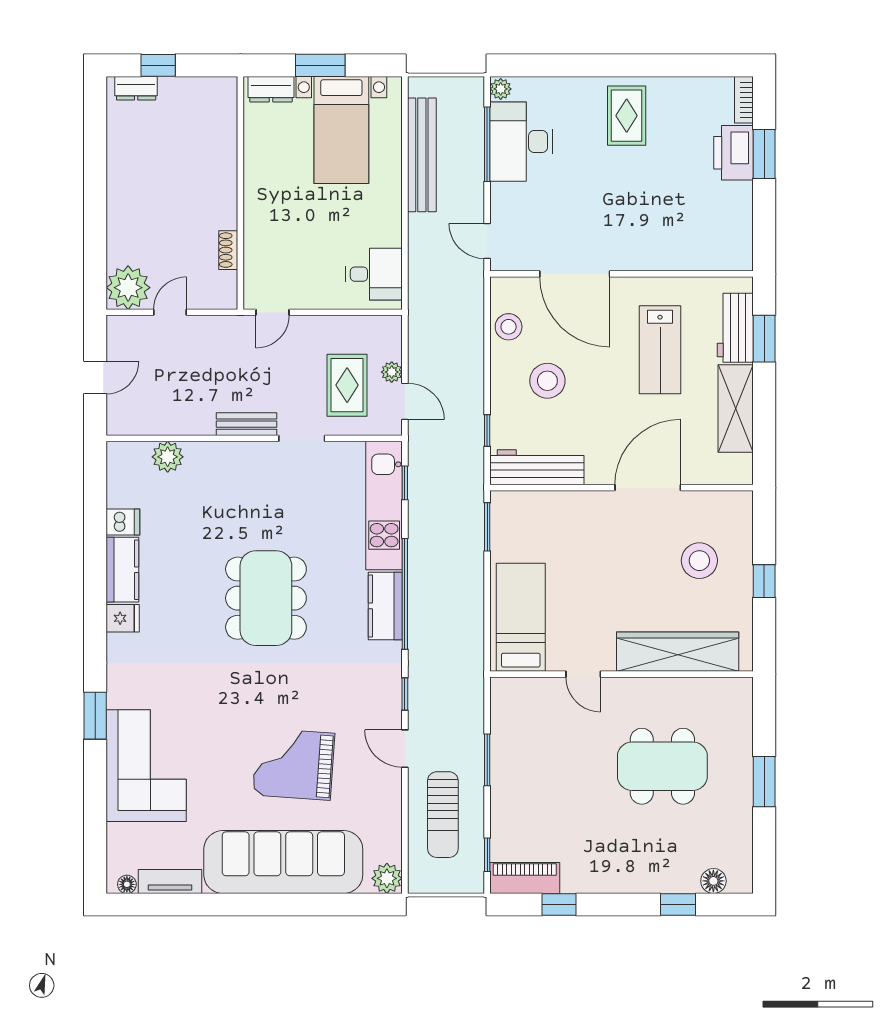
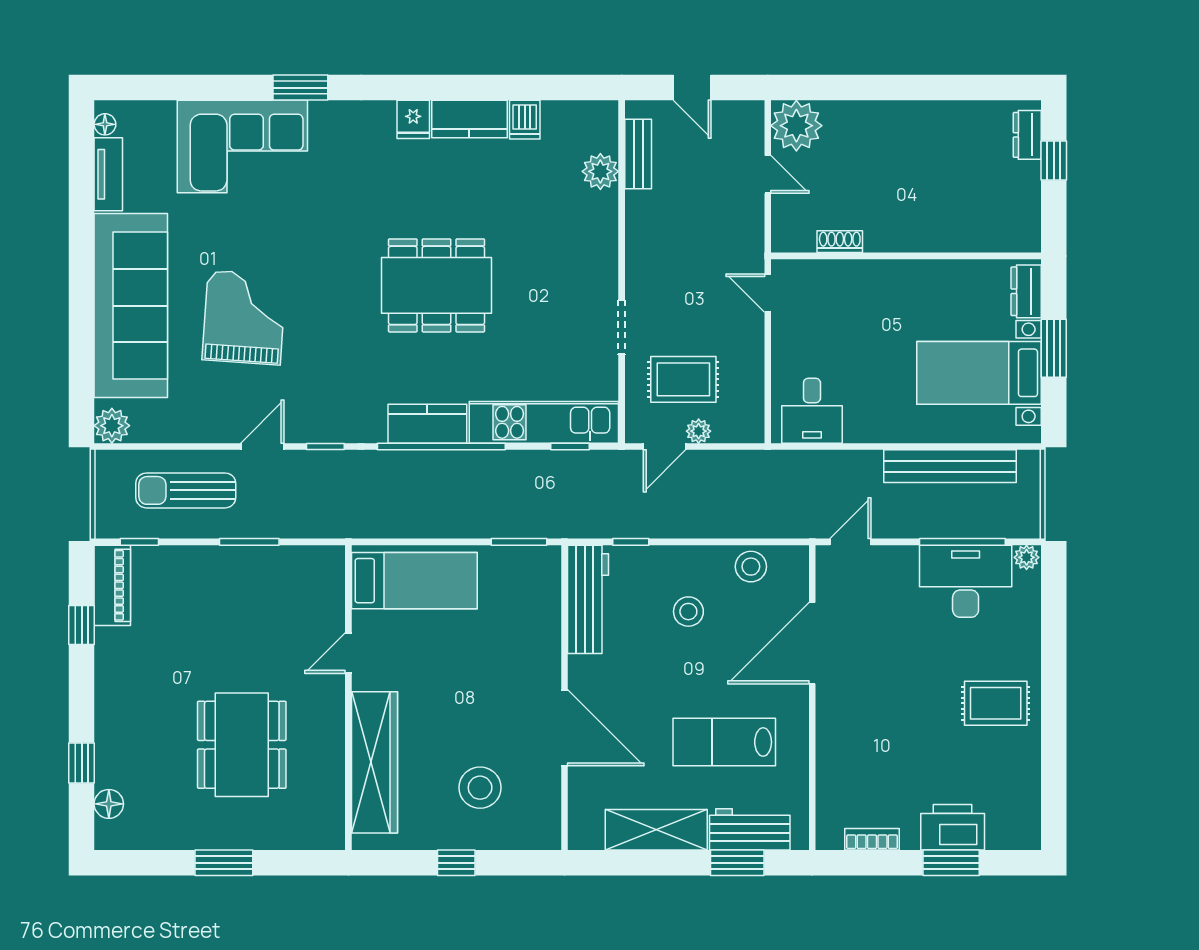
bookcase: (744, 100) -> (872, 839), moved
stool: (547, 381) -> (688, 612), width x0.73, depth x0.73
bench: (247, 424) -> (638, 154), moved

